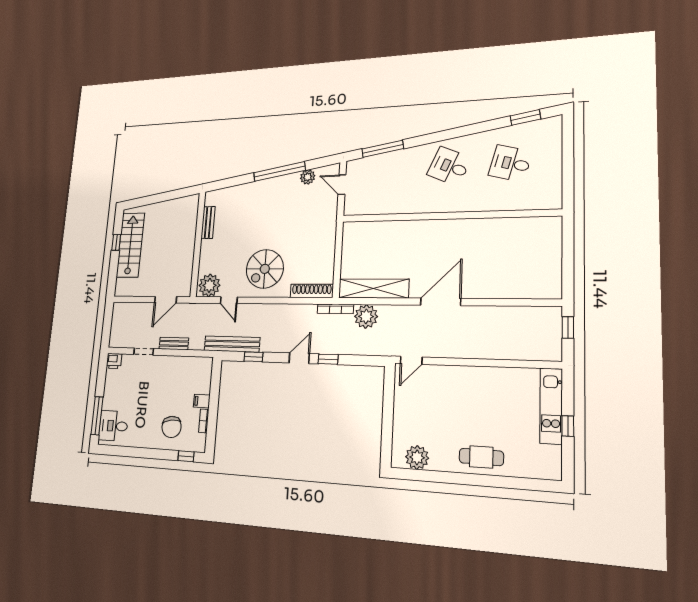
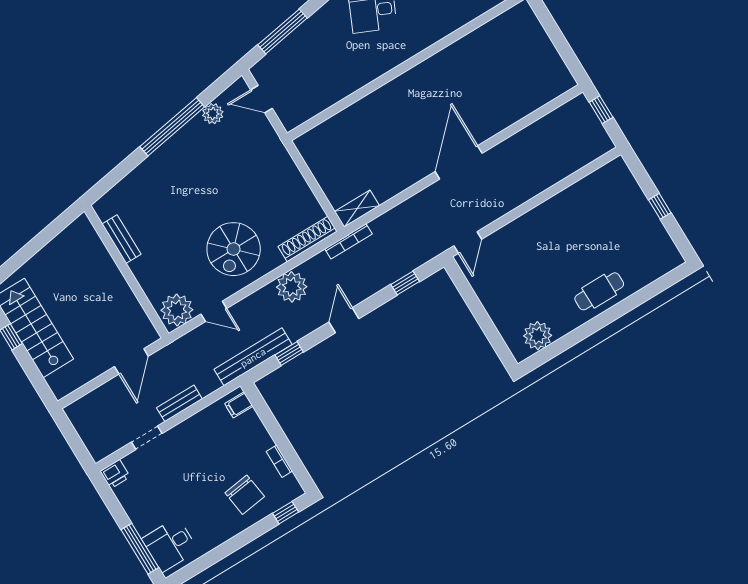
shelving: (373, 289) -> (357, 209), width x0.45, depth x0.75
plant: (366, 316) -> (292, 287), moved
window: (328, 359) -> (405, 283), moved
filing cabinet: (202, 401) -> (239, 405), moved
kitchen unit: (551, 406) -> (633, 197), removed

